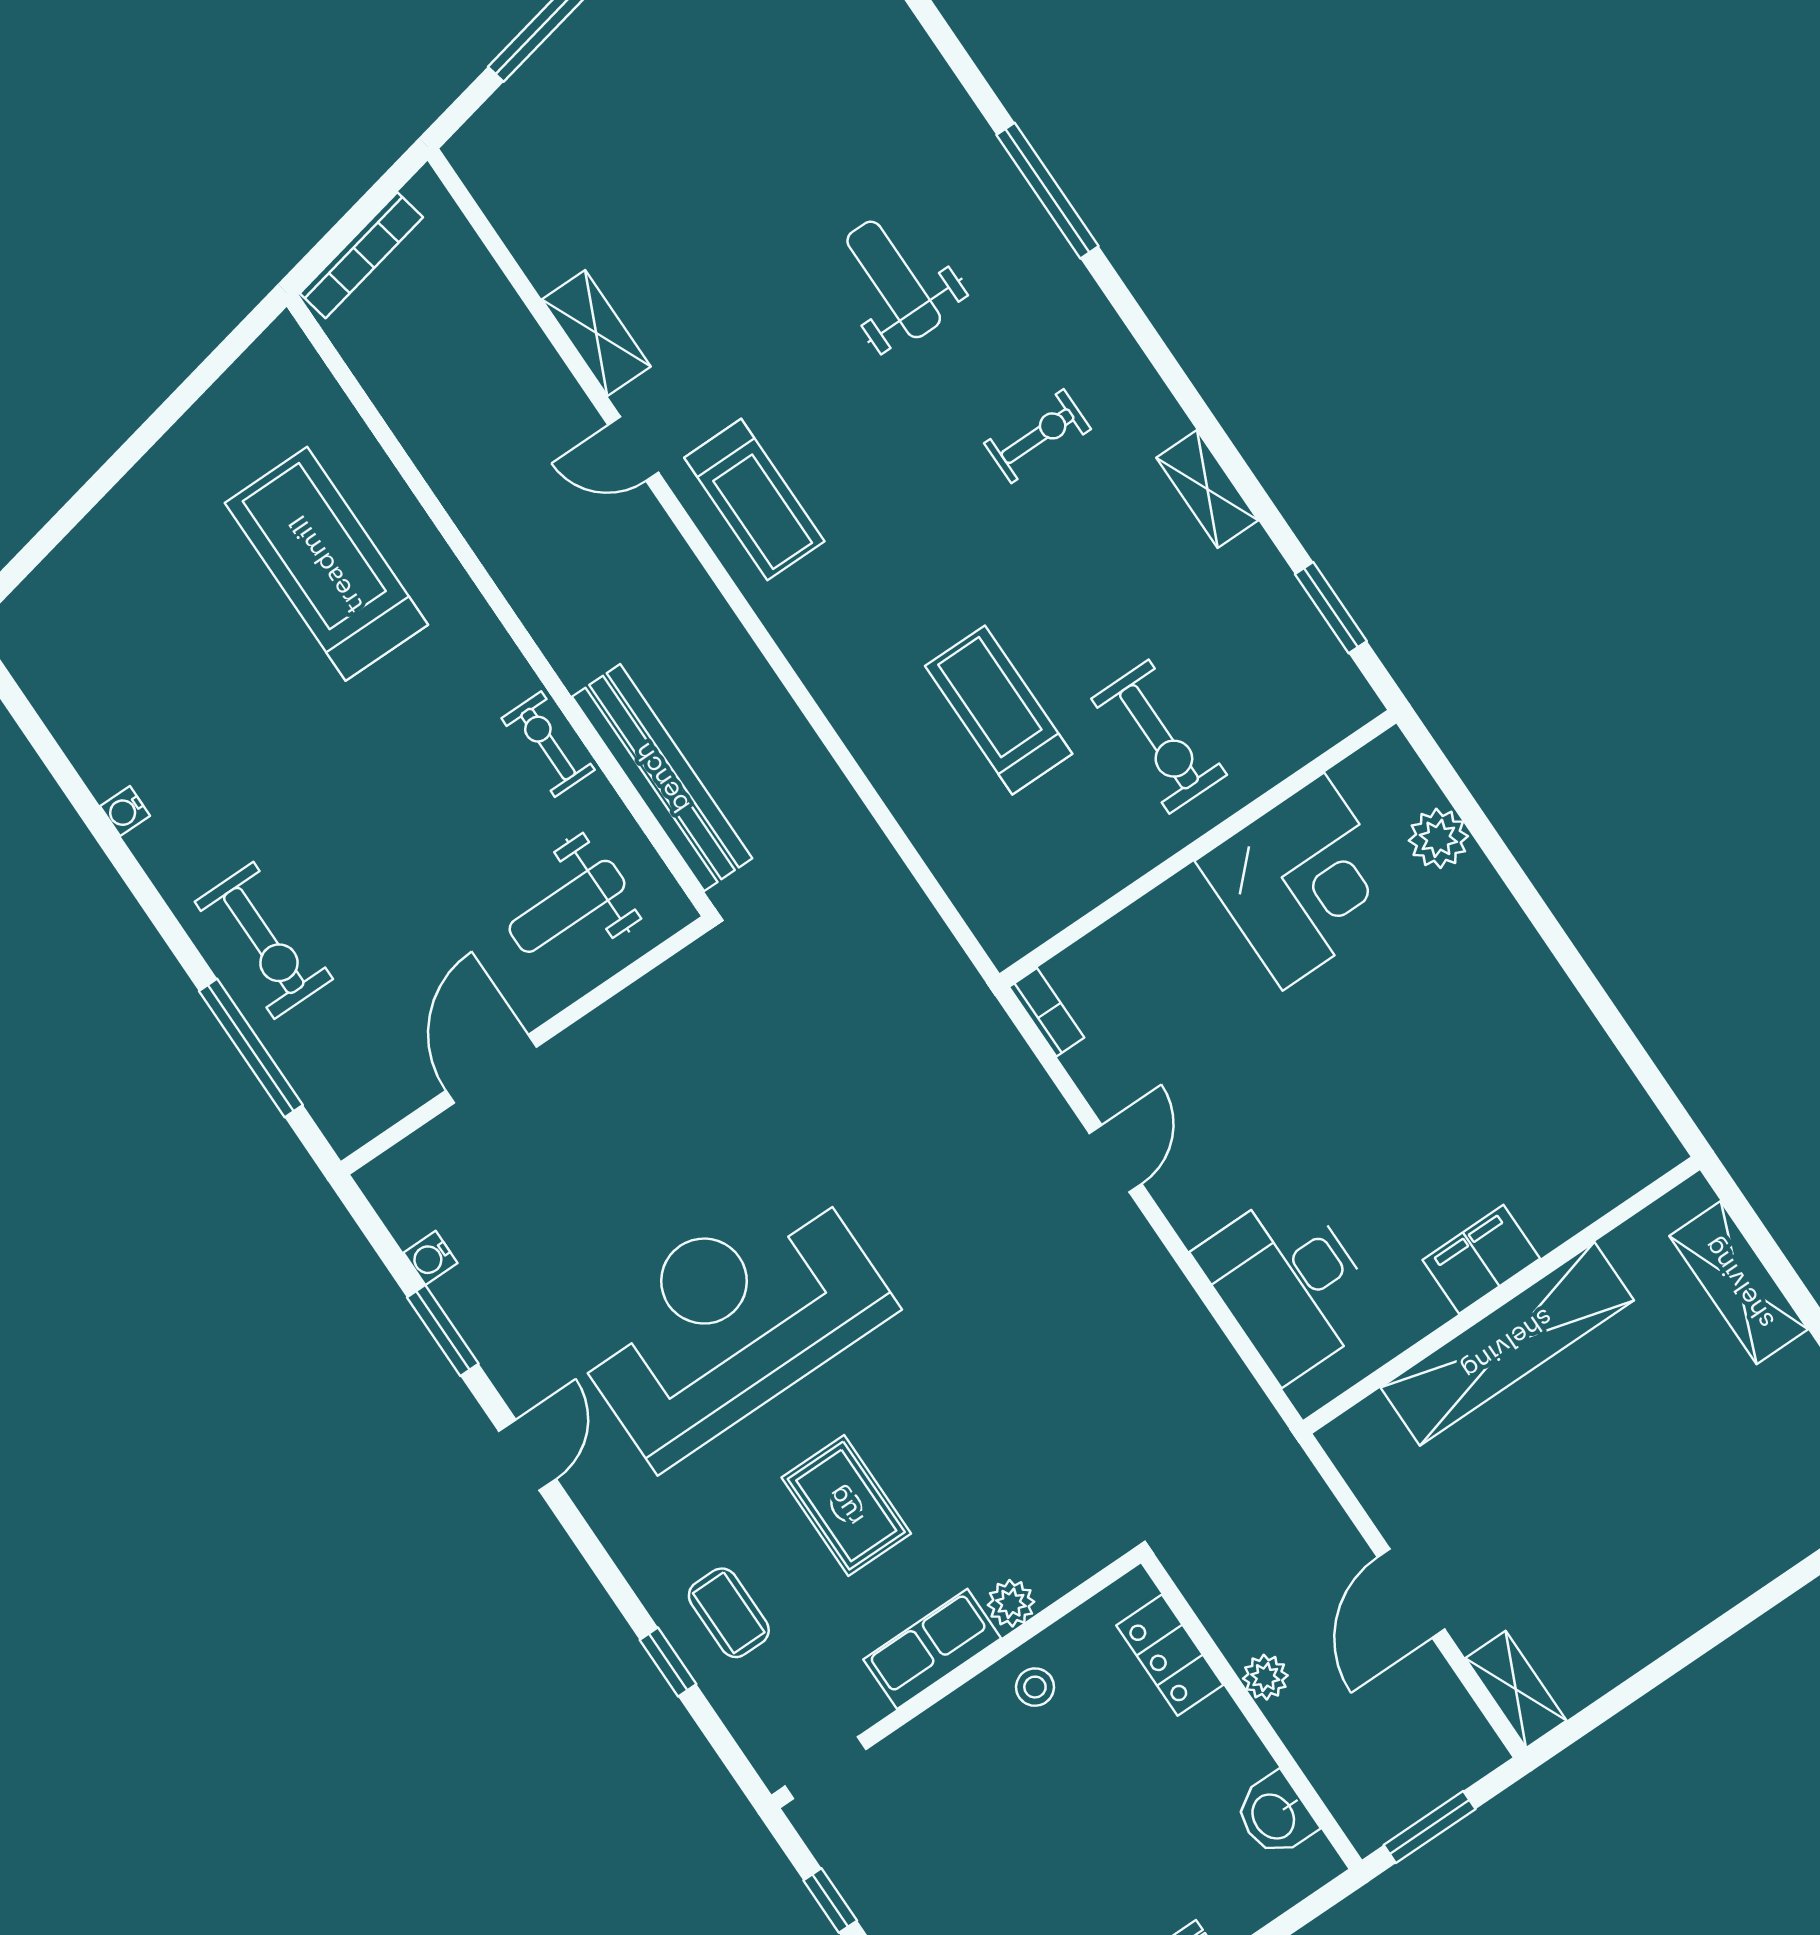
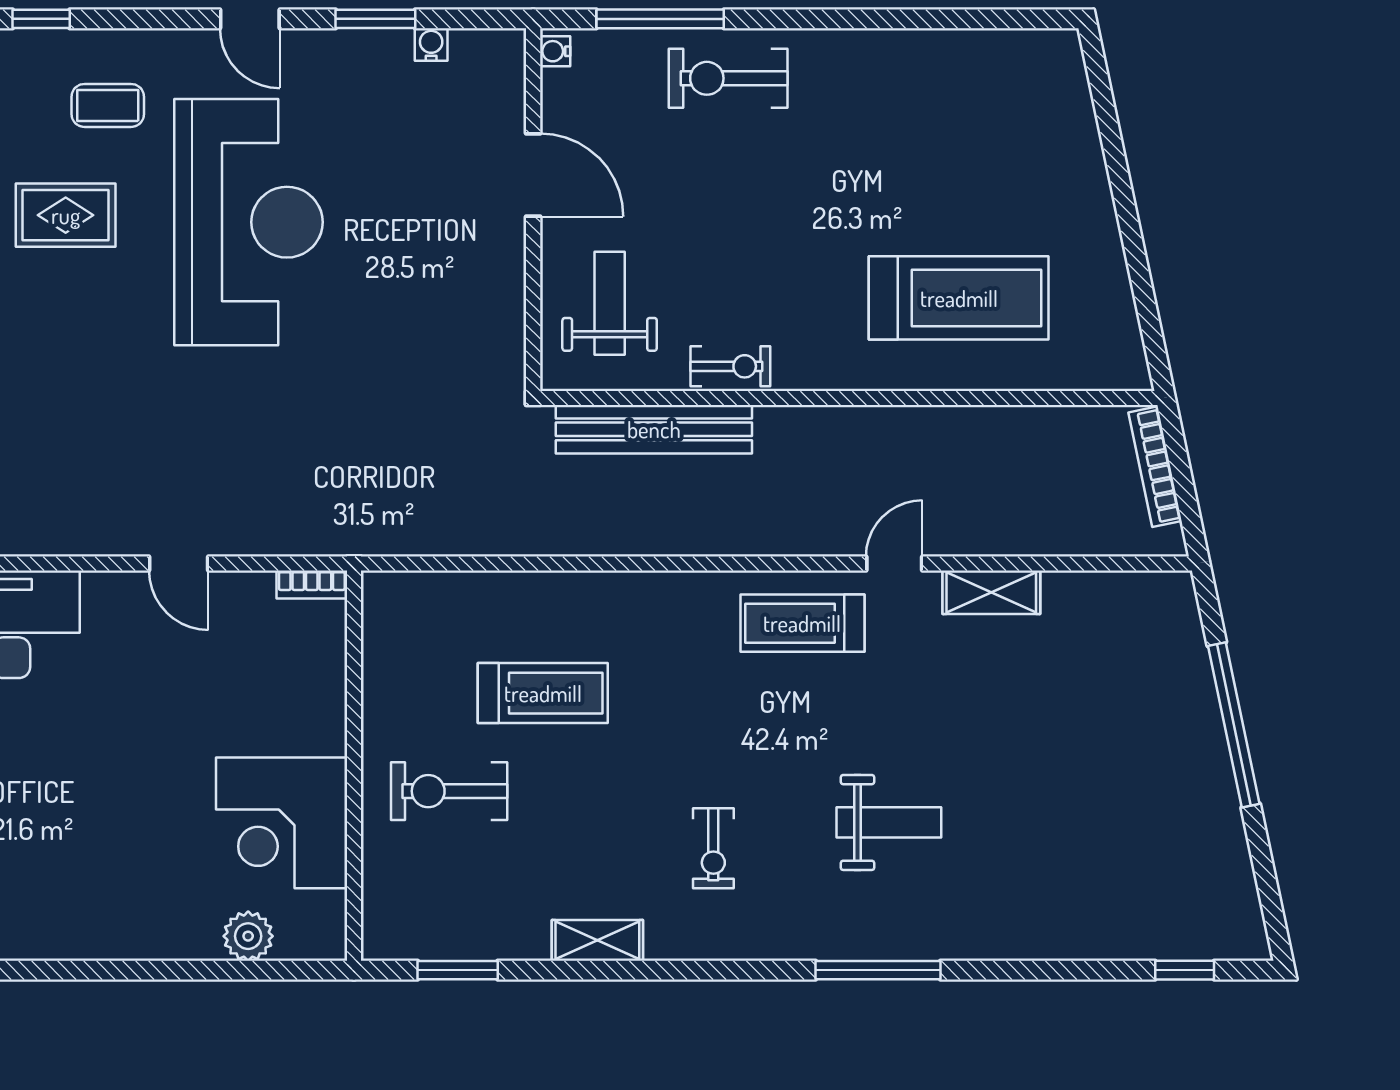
water cooler: (125, 811) -> (555, 51), moved, turned -90
coffee table: (729, 1613) -> (108, 105), moved

